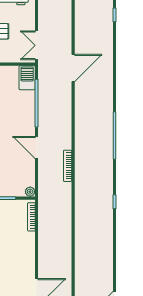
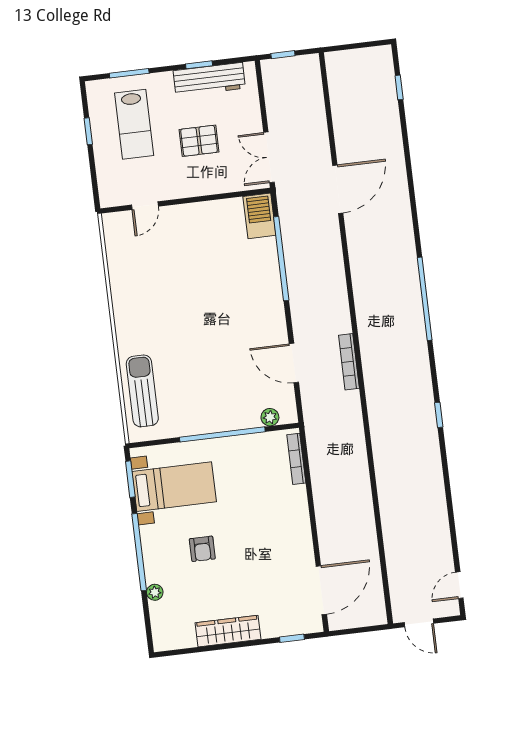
door: (37, 148) -> (294, 363), moved
plant: (30, 192) -> (270, 417), moved

